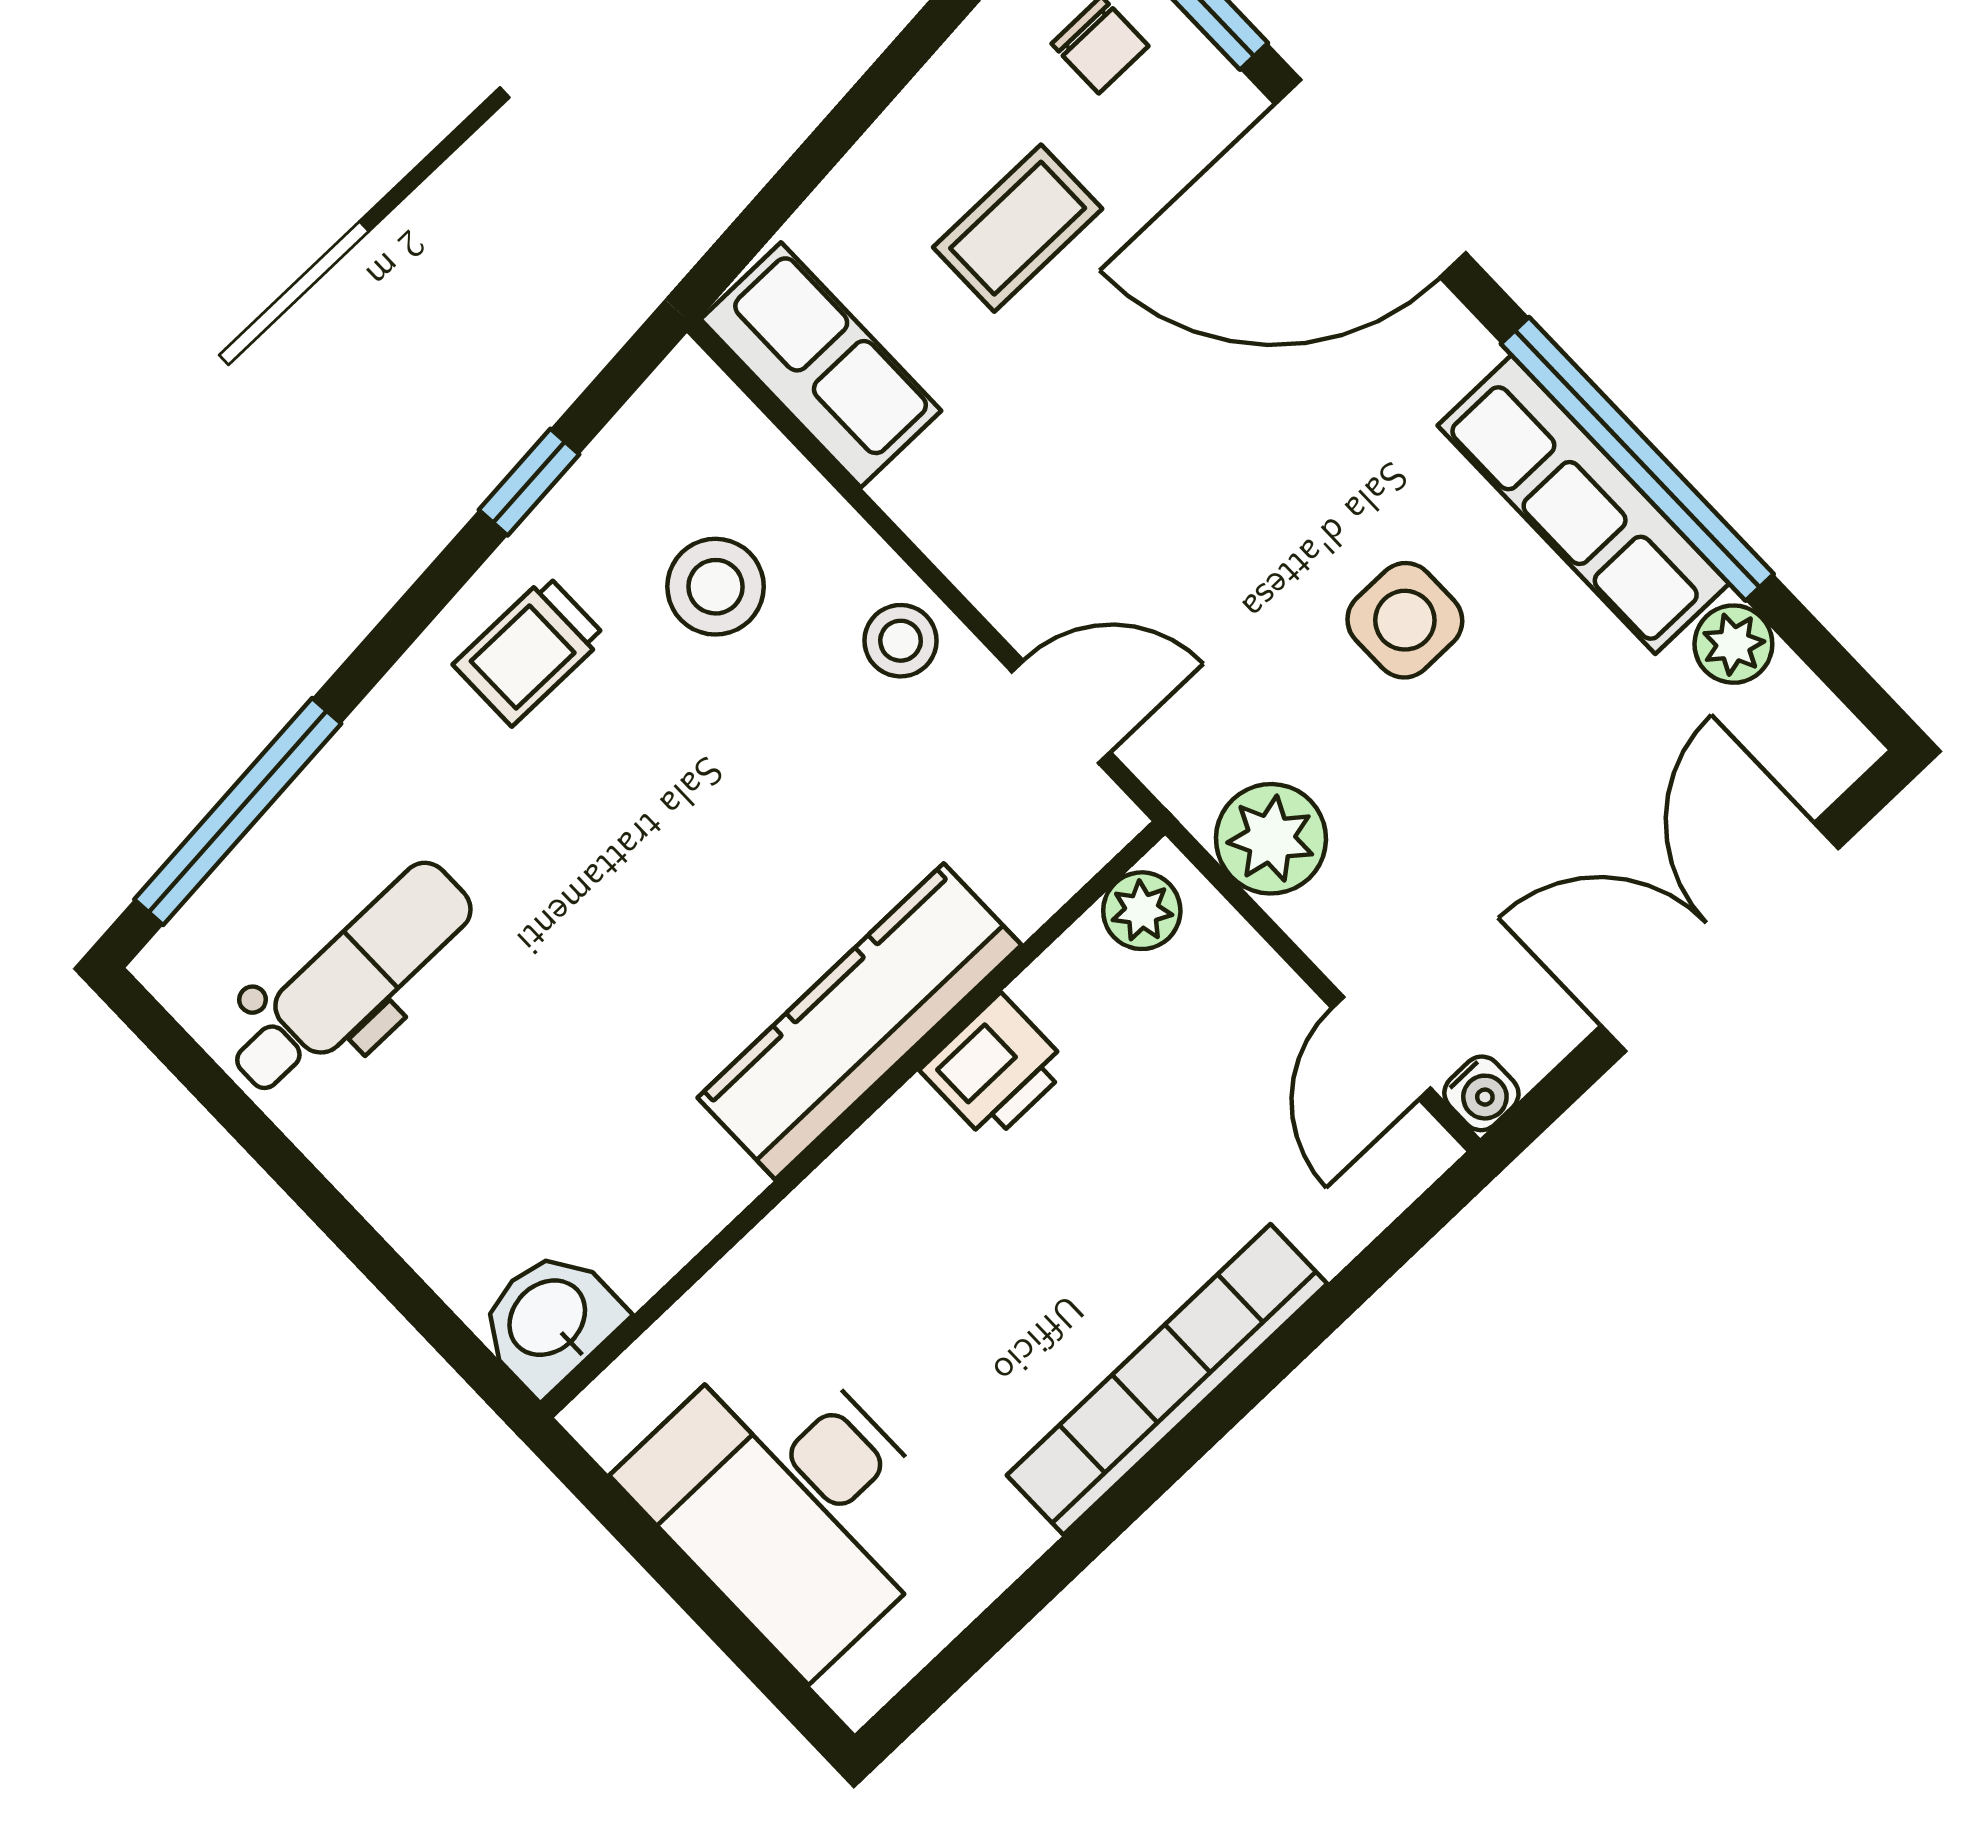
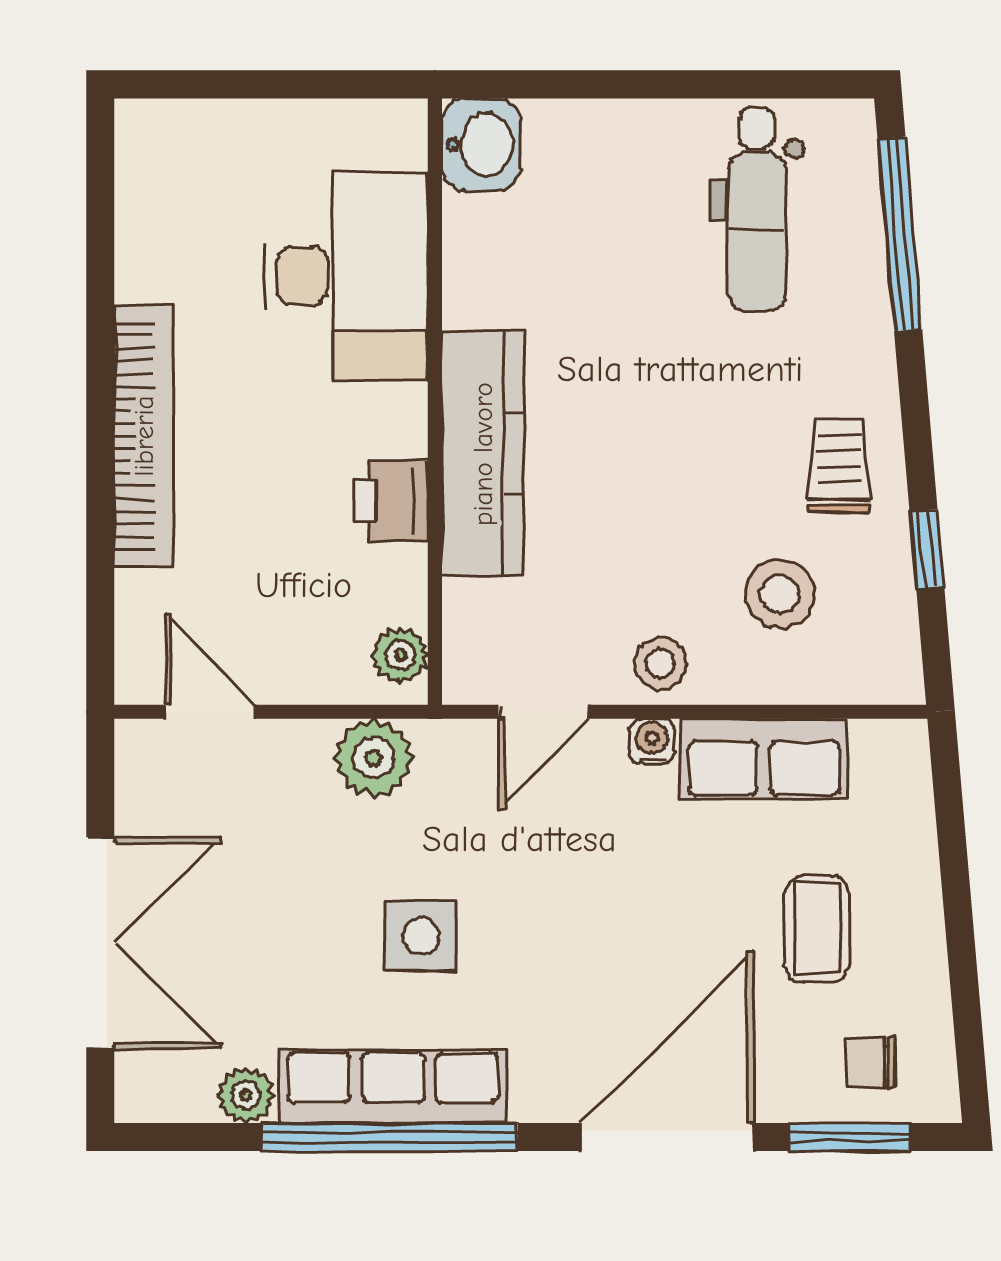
row of seats: (821, 365) -> (764, 759), moved
water cooler: (1481, 1093) -> (652, 741), moved, turned 90
desk: (791, 1502) -> (346, 276), moved, turned 90

